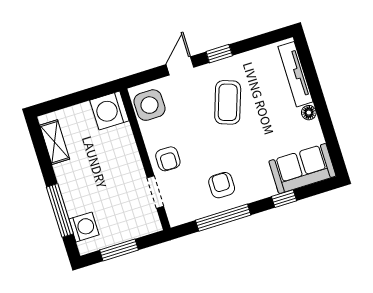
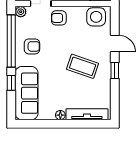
sofa: (302, 169) -> (27, 93), width x1.36
plant: (176, 217) -> (21, 12), added
window: (223, 218) -> (11, 41), width x1.46

